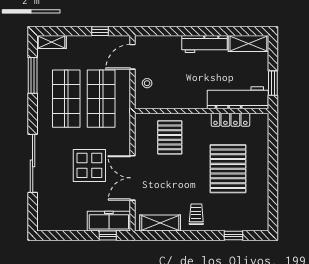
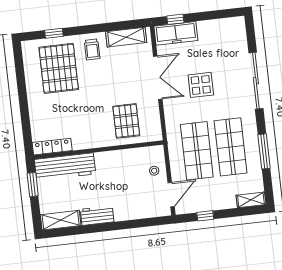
workbench: (204, 44) -> (97, 216), width x0.73
window: (33, 75) -> (264, 151), moved
locker: (230, 120) -> (52, 147), moved
display table: (89, 165) -> (201, 85), width x0.73, depth x0.73
pallet: (228, 169) -> (59, 68), moved

